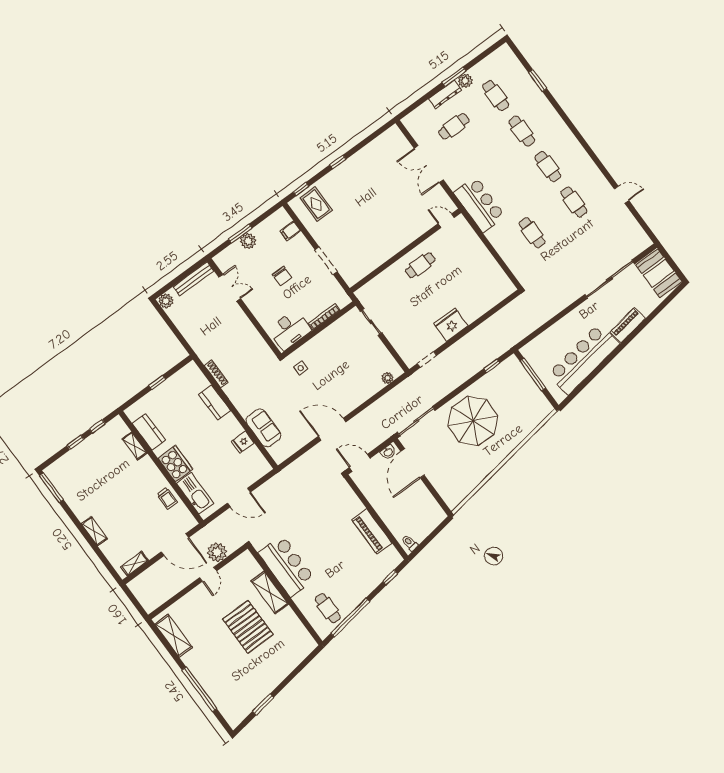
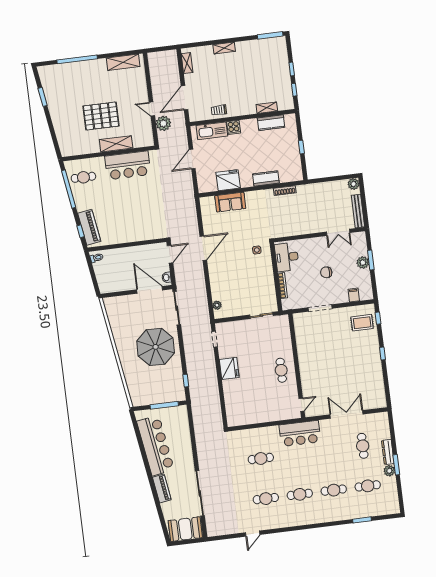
fridge: (243, 442) -> (228, 180), width x1.88, depth x1.34
cooker: (175, 464) -> (234, 127), width x0.53, depth x0.76
piano: (372, 532) -> (89, 227), moved, turned 81

